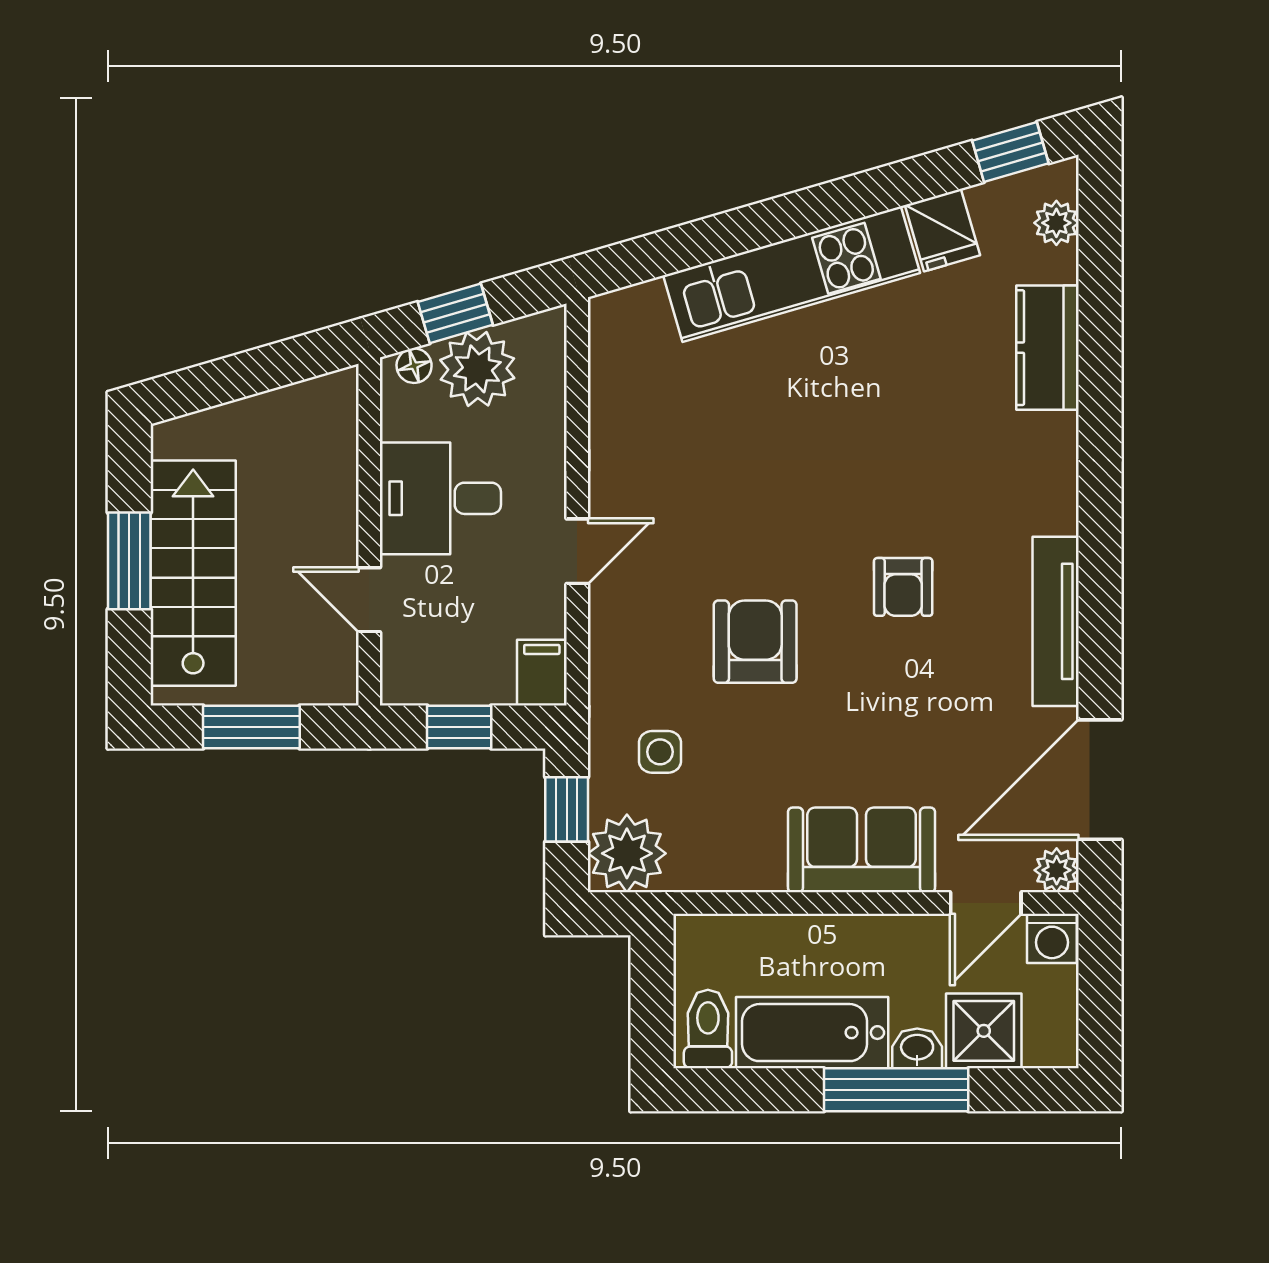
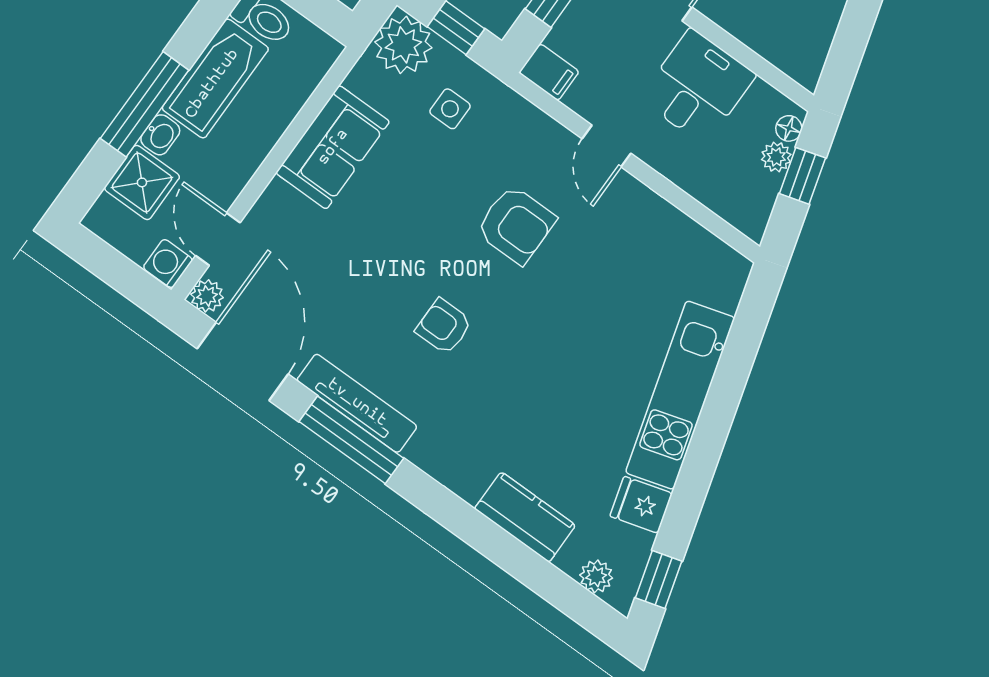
plant: (477, 369) -> (776, 157), width x0.53, depth x0.53
window: (1100, 598) -> (351, 440), added
armchair: (755, 642) -> (516, 225), moved
sofa: (861, 850) -> (333, 147), moved

